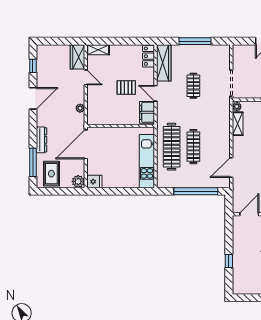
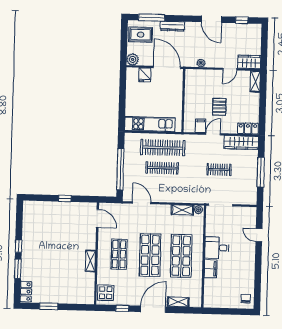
filing cabinet: (147, 112) -> (201, 126), width x0.50
fridge: (94, 182) -> (145, 75), moved
window: (229, 261) -> (65, 198), moved

